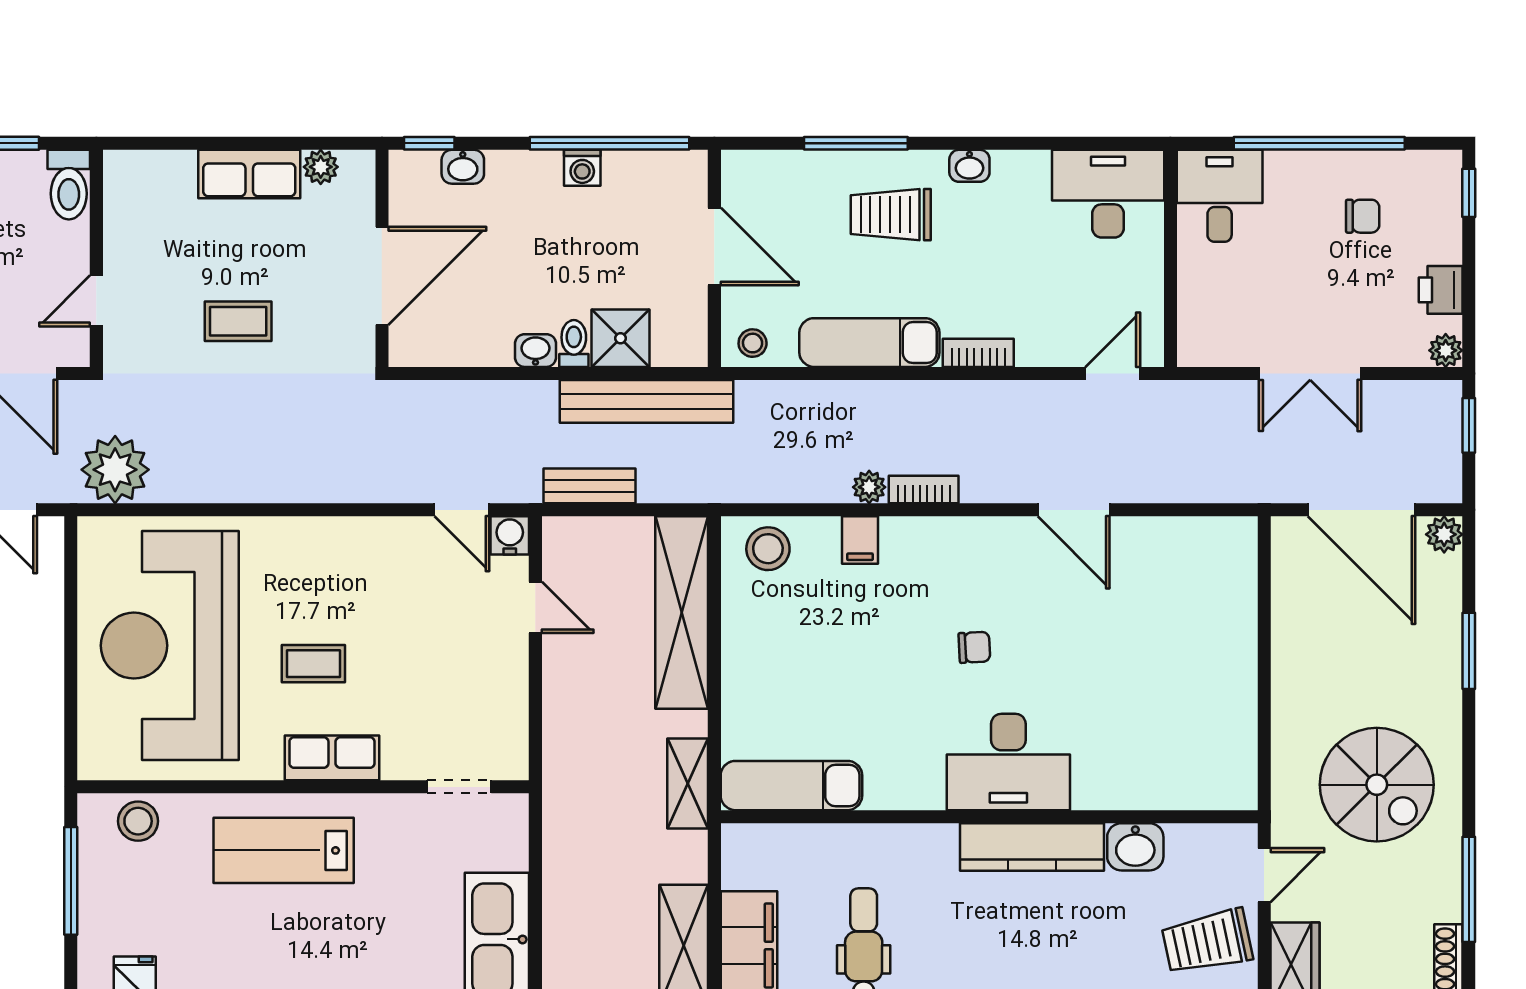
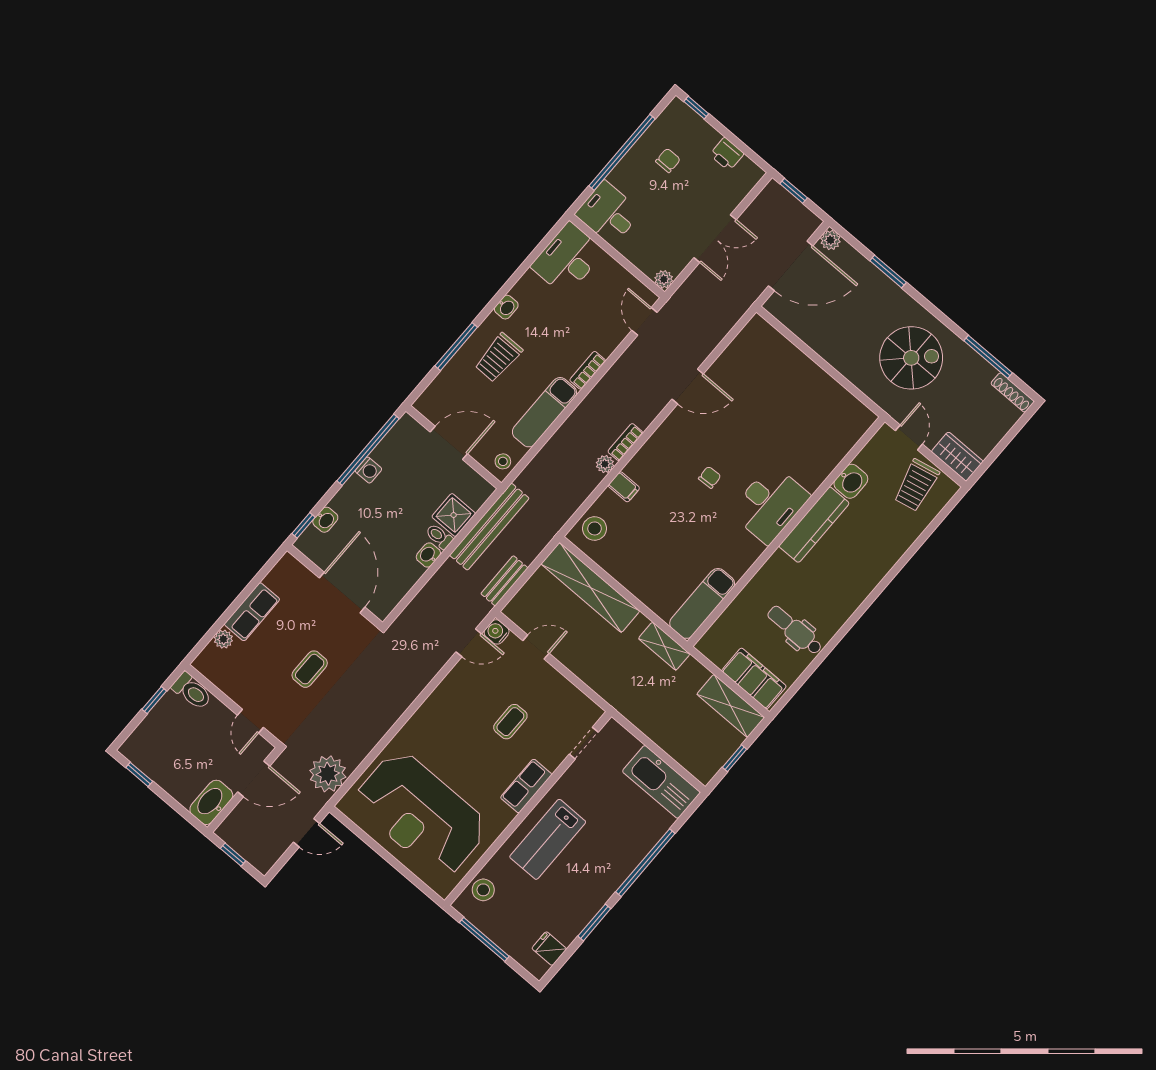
plant: (321, 167) -> (223, 639), moved
plant: (1446, 350) -> (664, 279), moved
coffee table: (313, 664) -> (510, 722), moved

